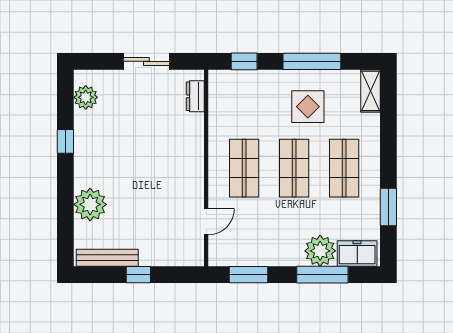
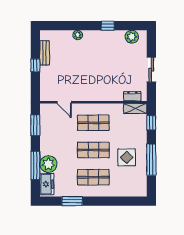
shelving: (370, 91) -> (135, 108), moved
plant: (90, 204) -> (78, 35), width x0.53, depth x0.53
bench: (107, 258) -> (45, 53), width x0.73

